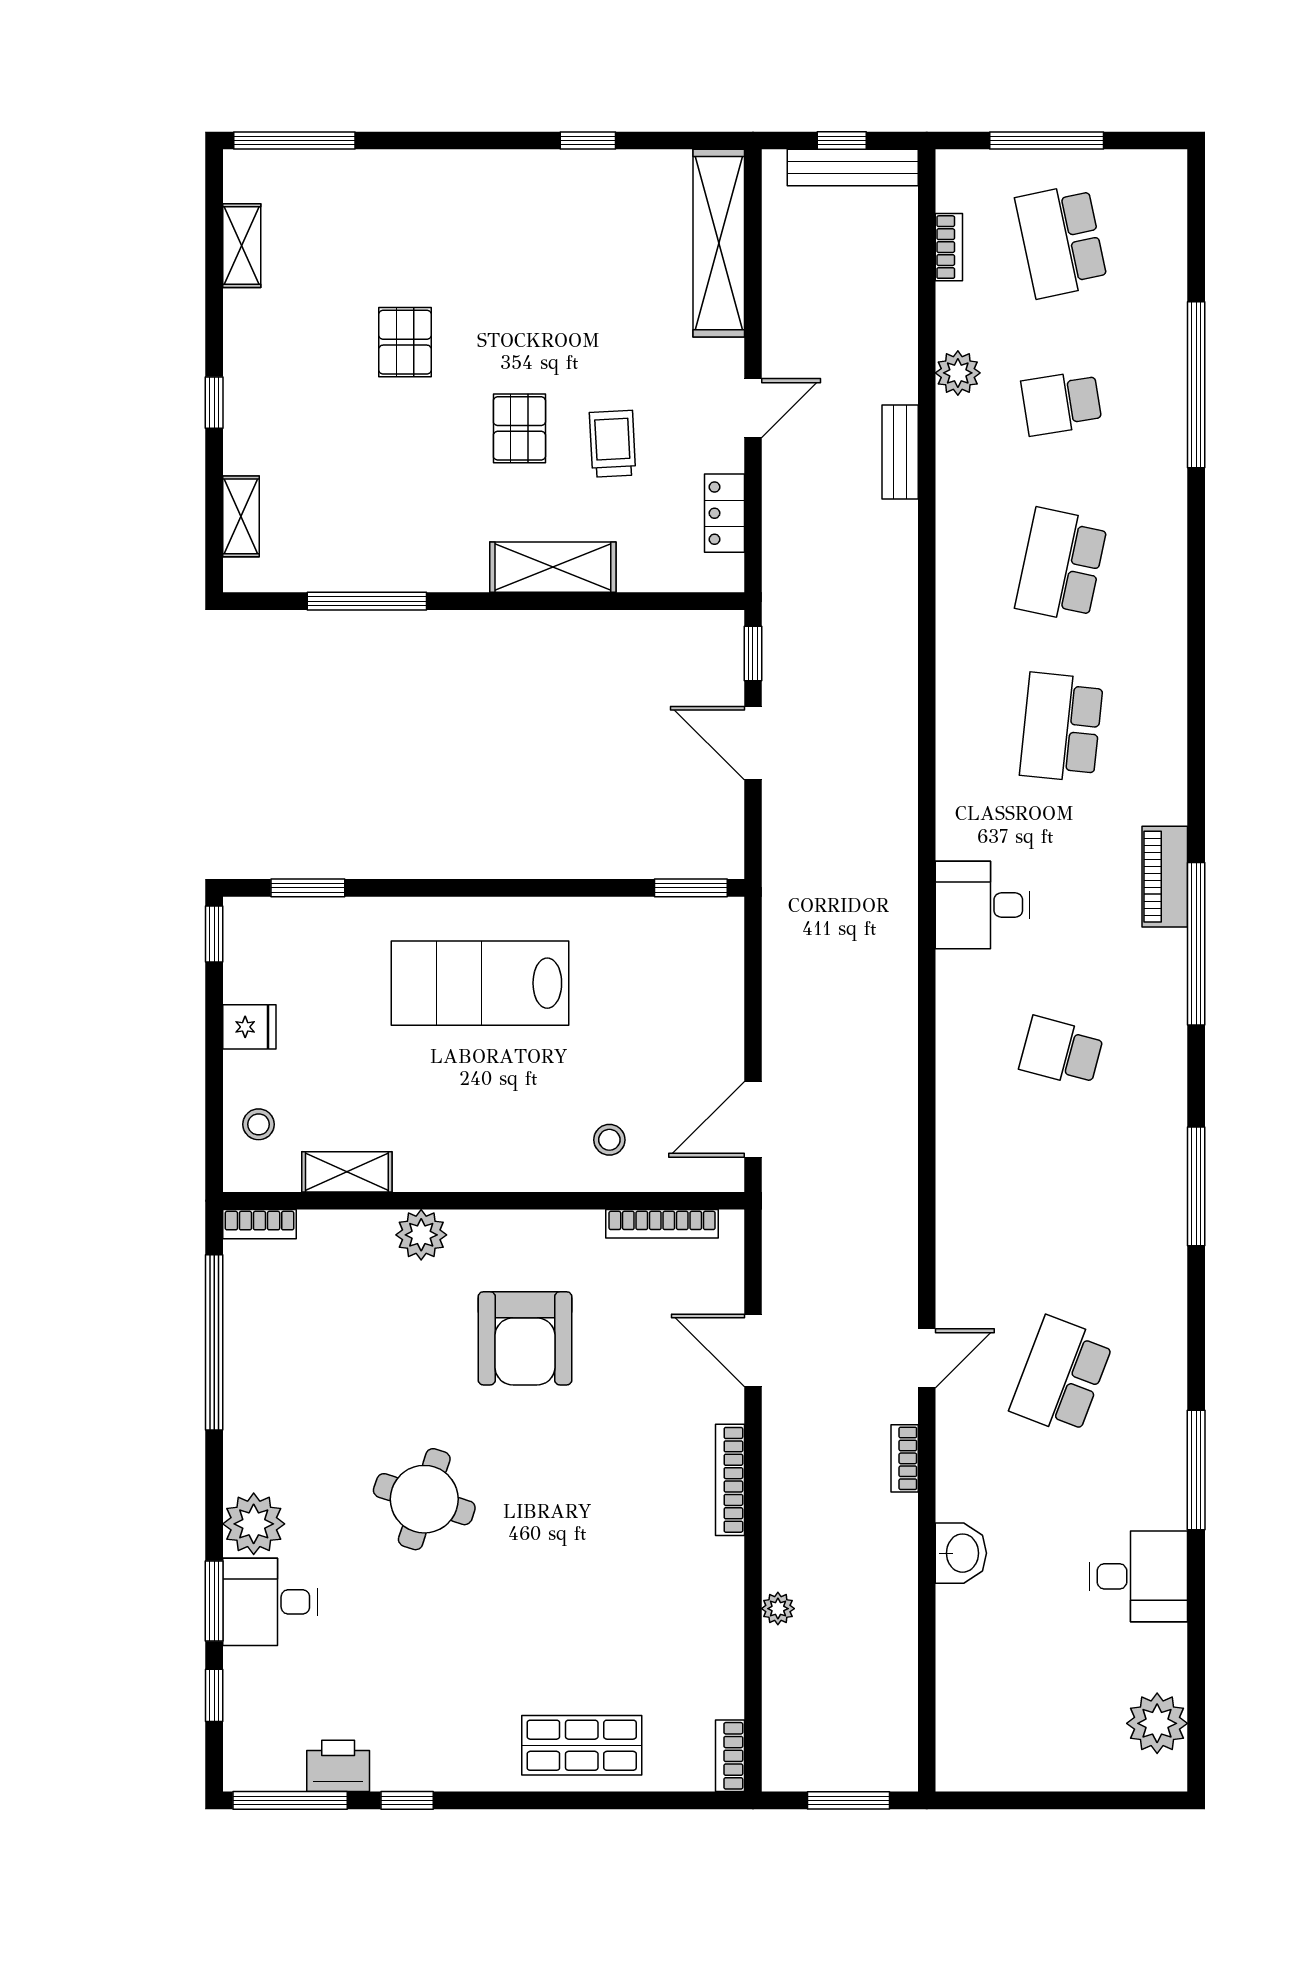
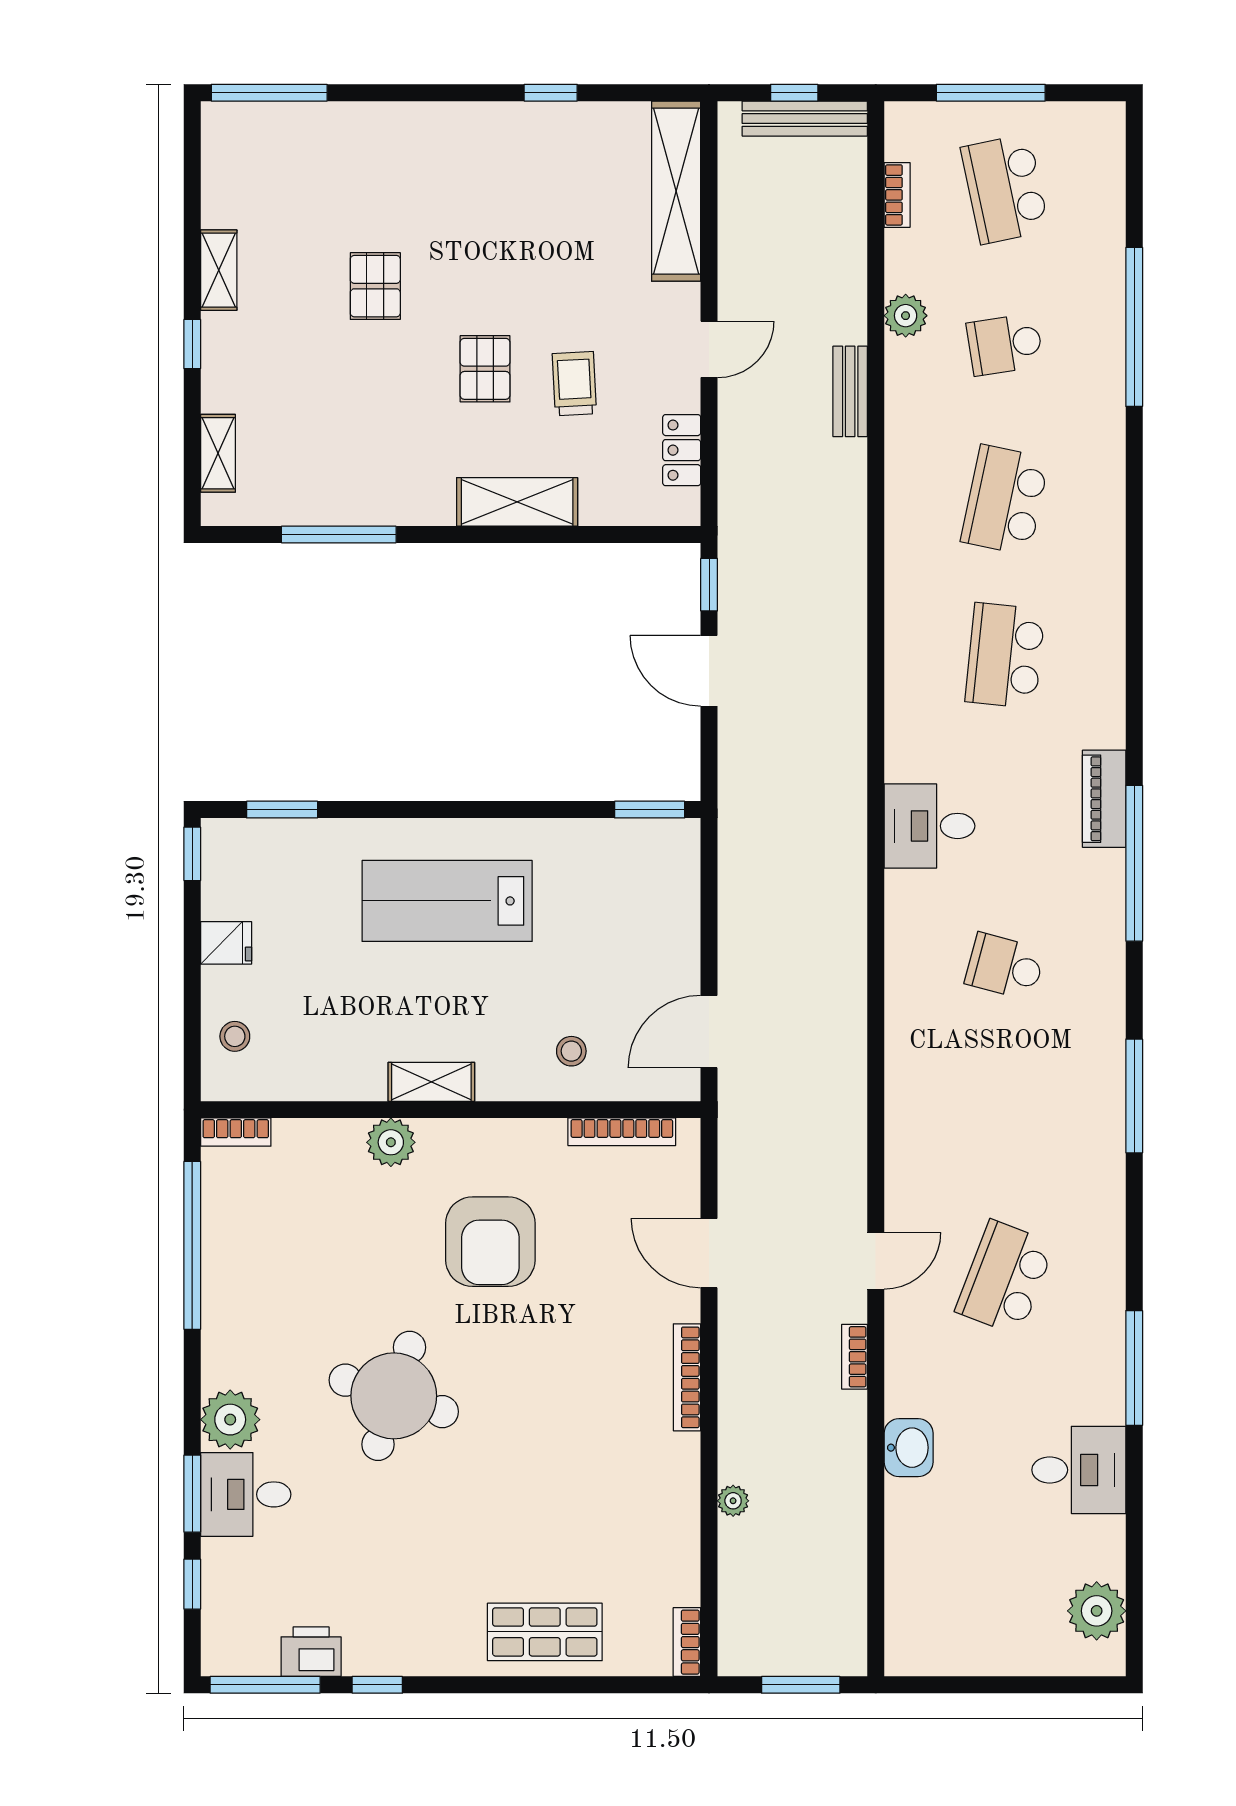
shelving: (242, 246) -> (219, 270), moved
shelving: (347, 1172) -> (431, 1082), moved
round table: (424, 1499) -> (394, 1396), width x1.36, depth x1.36

